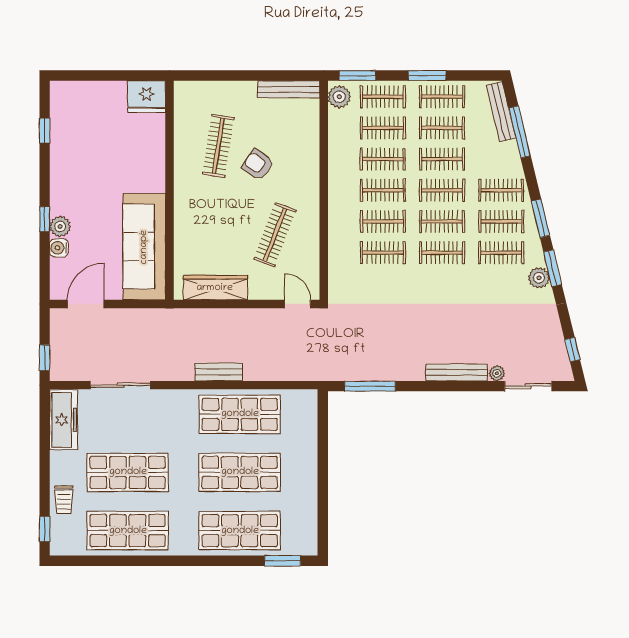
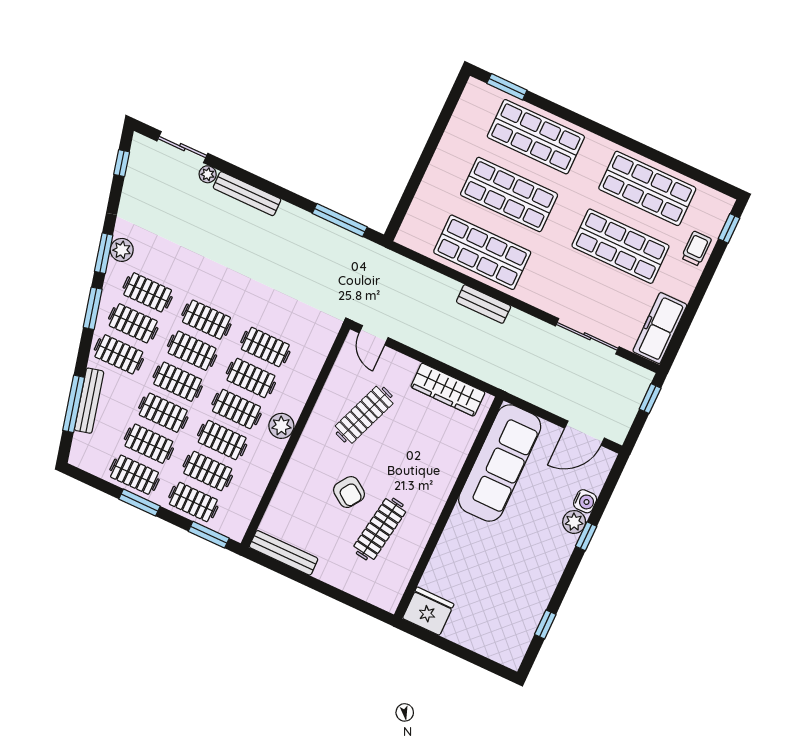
plant: (339, 97) -> (281, 426), moved
bench: (501, 112) -> (89, 401), moved

